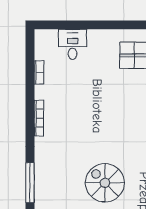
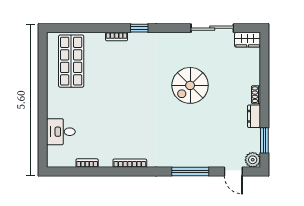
spiral stairs: (105, 183) -> (190, 85), moved

